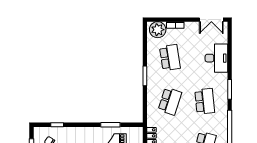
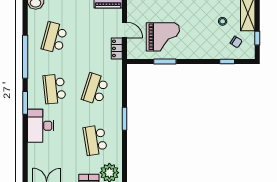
desk: (216, 58) -> (41, 126), moved

